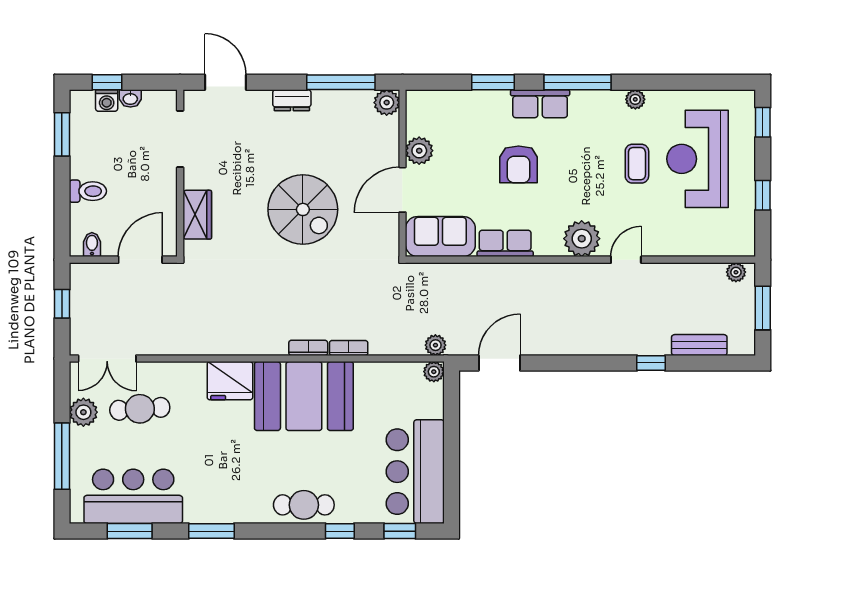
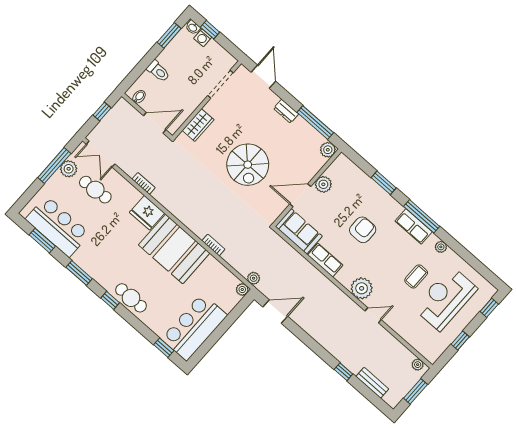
washbasin: (130, 98) -> (193, 27), moved
row of seats: (540, 104) -> (414, 226), moved
armchair: (519, 164) -> (363, 230), turned 180
bookcase: (308, 348) -> (144, 183), moved
window: (62, 456) -> (54, 166), moved
window: (340, 531) -> (110, 300), moved

